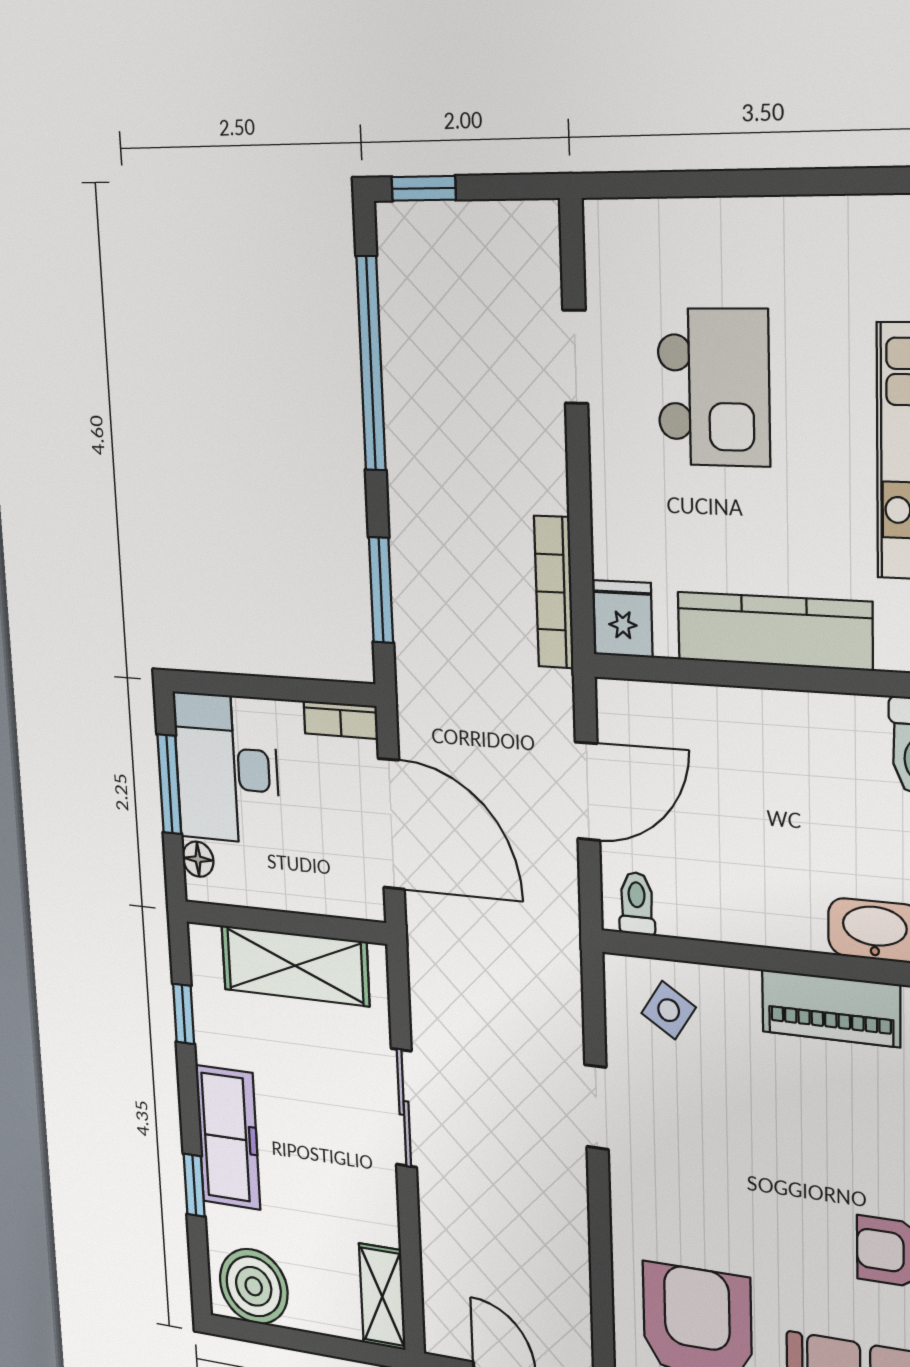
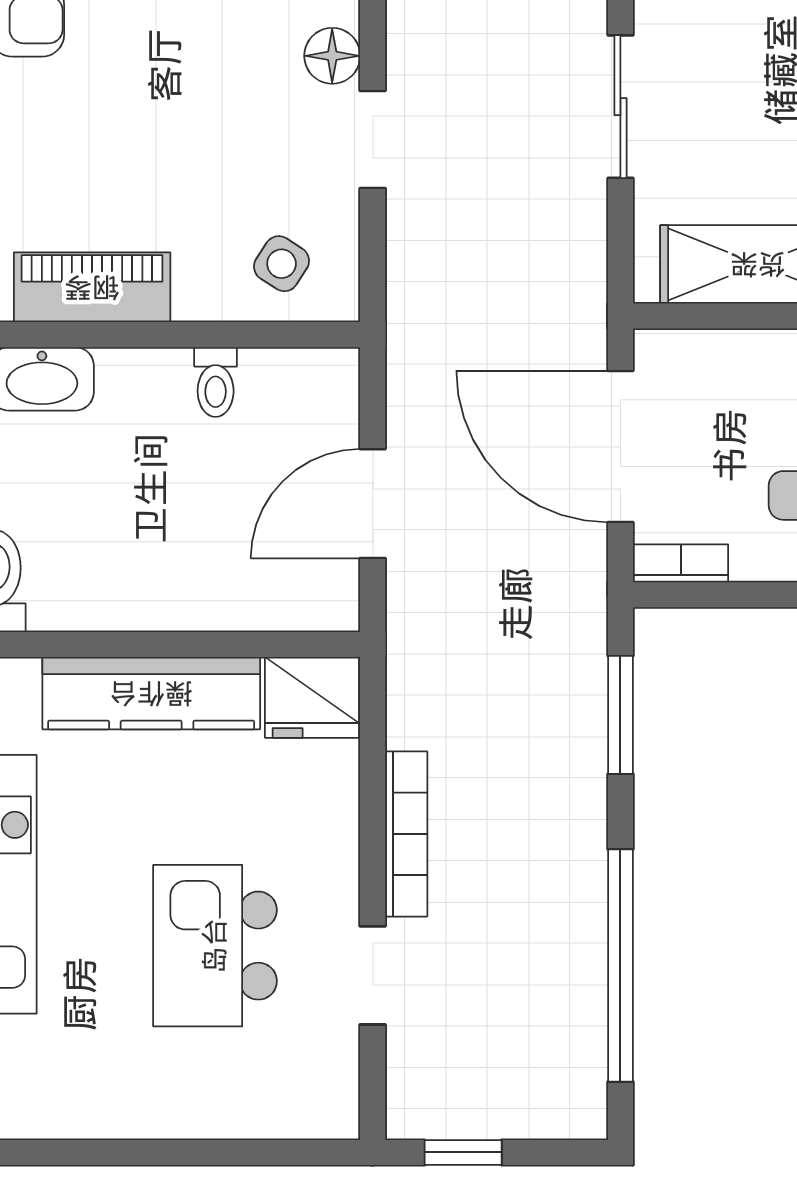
window: (424, 188) -> (463, 1152), moved
bookcase: (554, 592) -> (406, 834), moved
fridge: (623, 619) -> (312, 697), width x1.38
toilet: (637, 903) -> (216, 382), moved
floor lamp: (631, 1182) -> (332, 56), added

